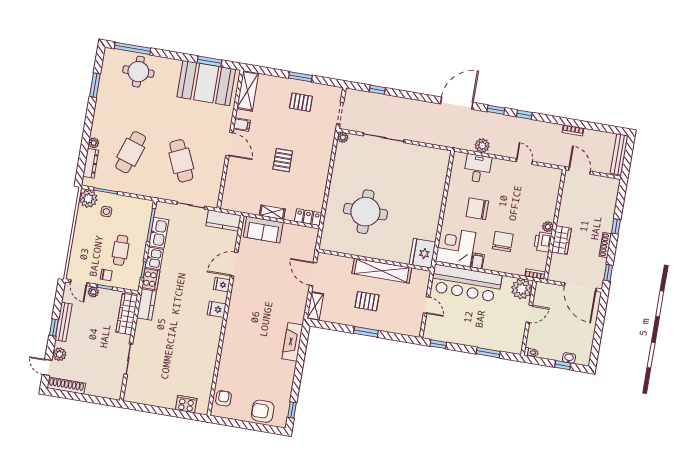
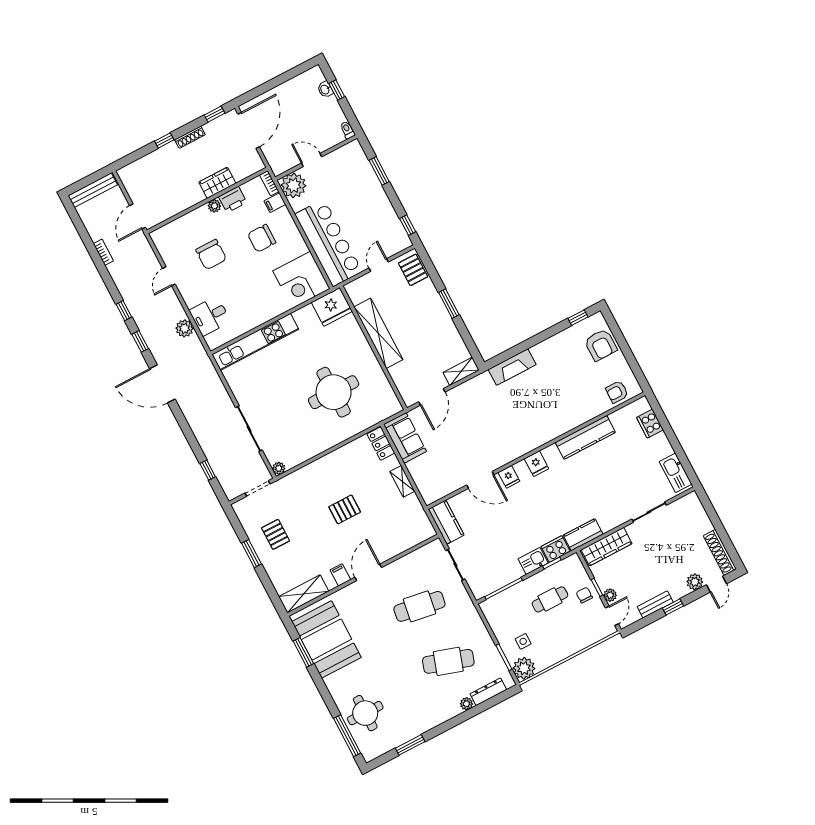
cafe table: (181, 161) -> (419, 606), turned 33
kitchen unit: (438, 185) -> (255, 342), added
chair: (477, 209) -> (211, 255), moved
sofa: (263, 230) -> (405, 438), moved
kitchen sink: (159, 233) -> (676, 473), moved, turned -90
filing cabinet: (478, 261) -> (275, 203), moved
pallet: (367, 301) -> (413, 270), moved
bench: (64, 322) -> (655, 604), width x0.73
kitchen counter: (209, 355) -> (585, 437), added

